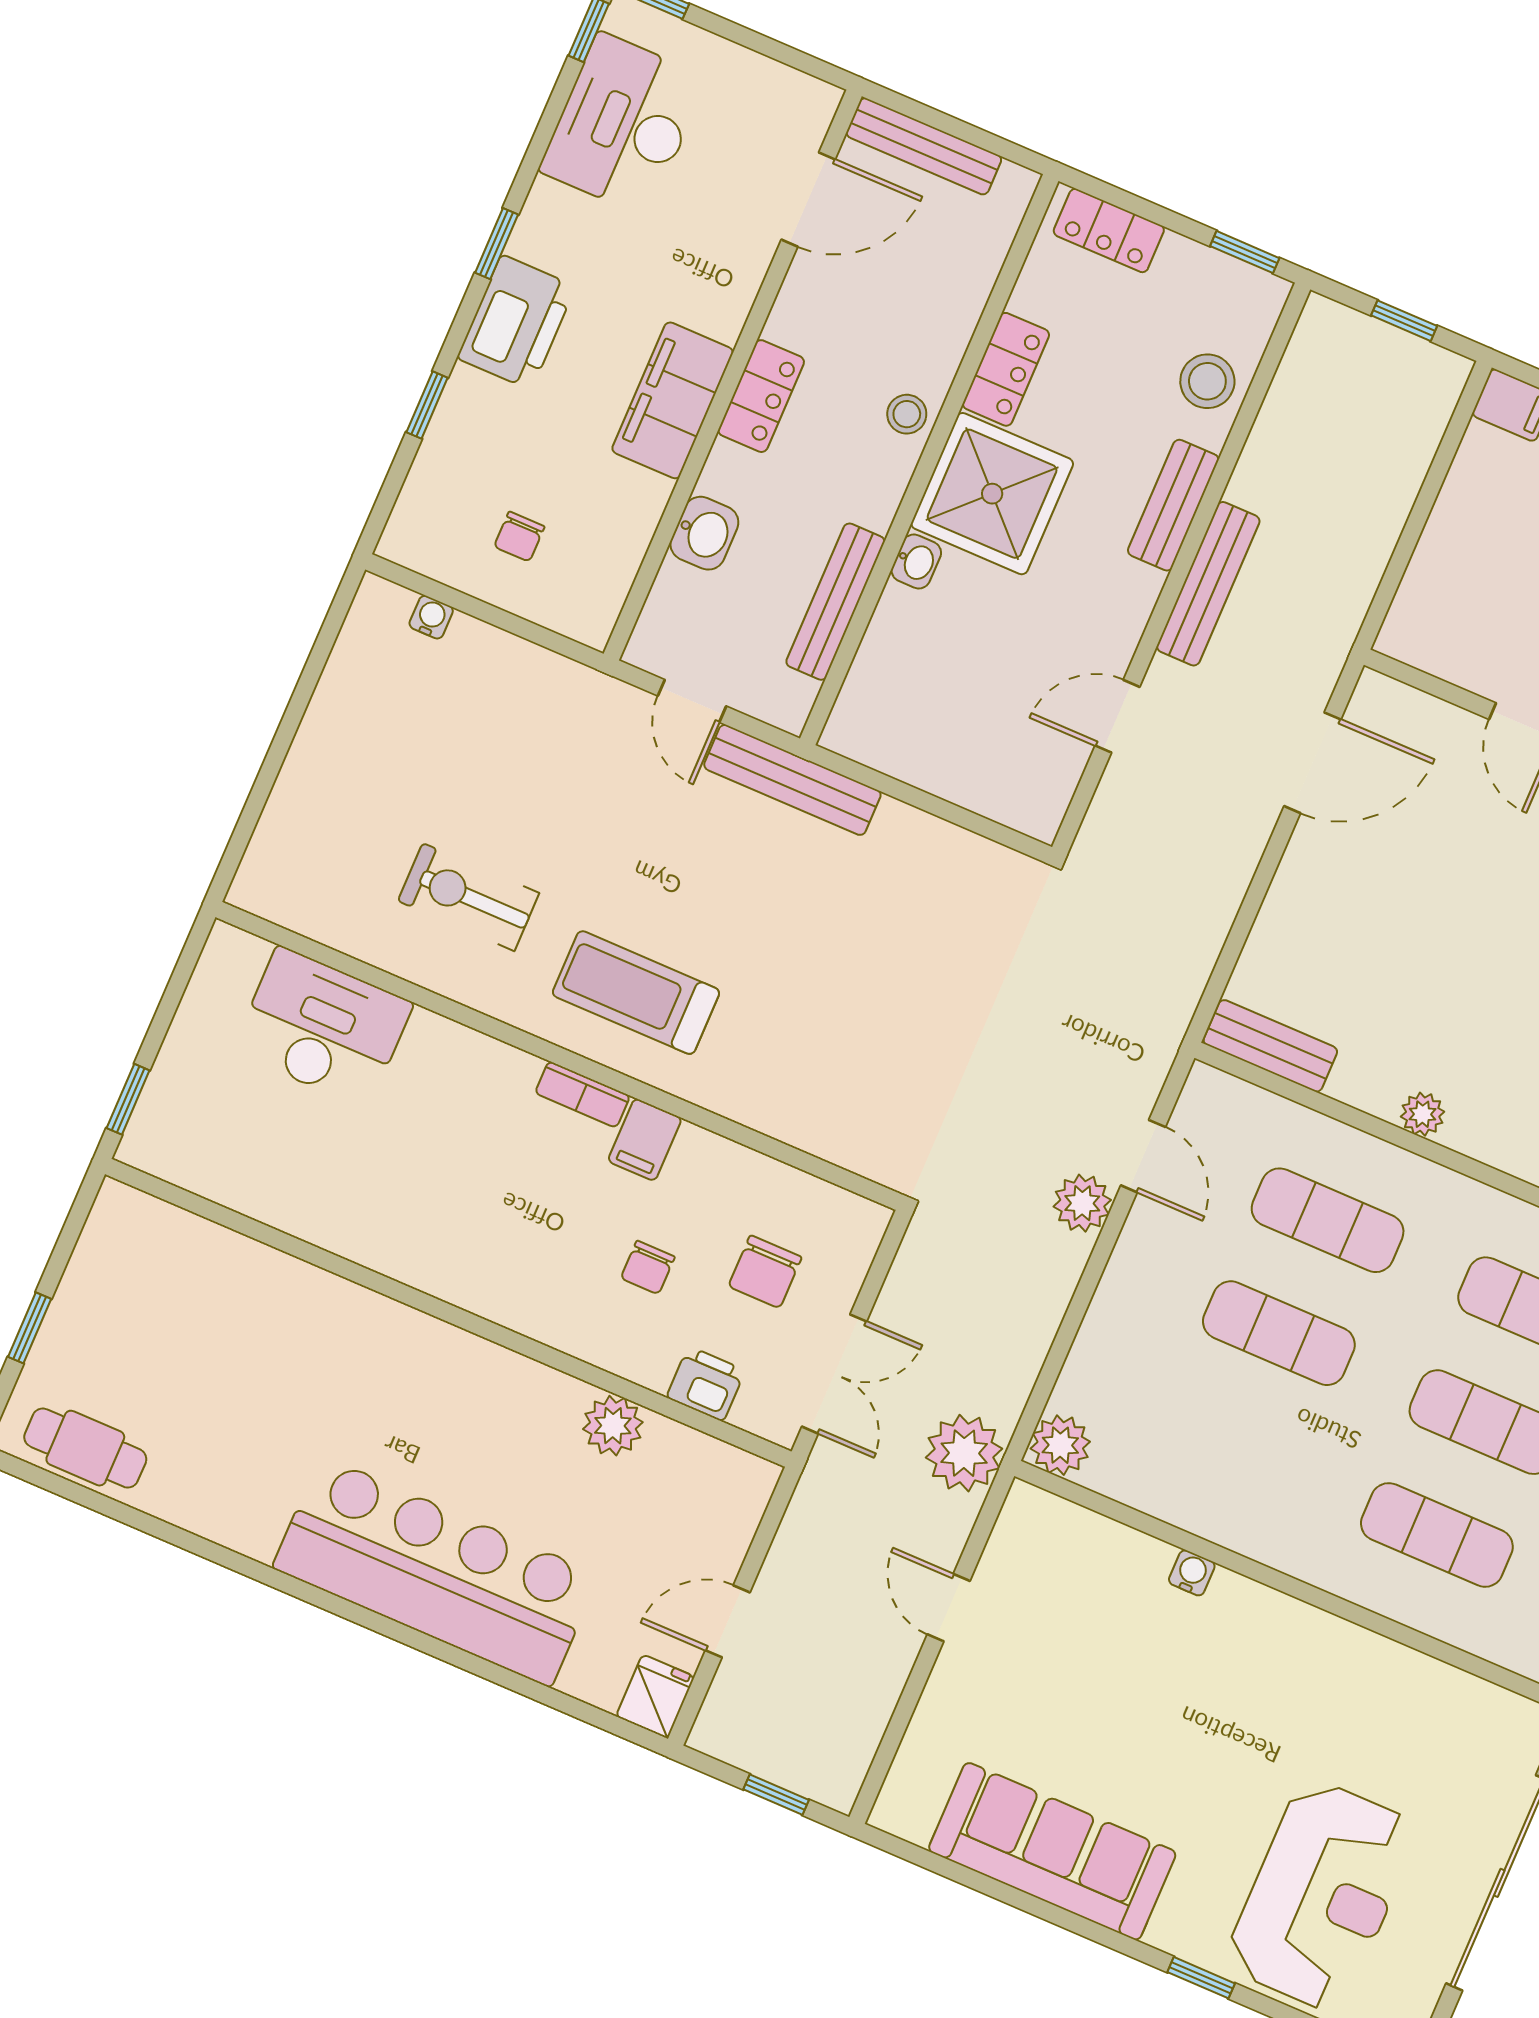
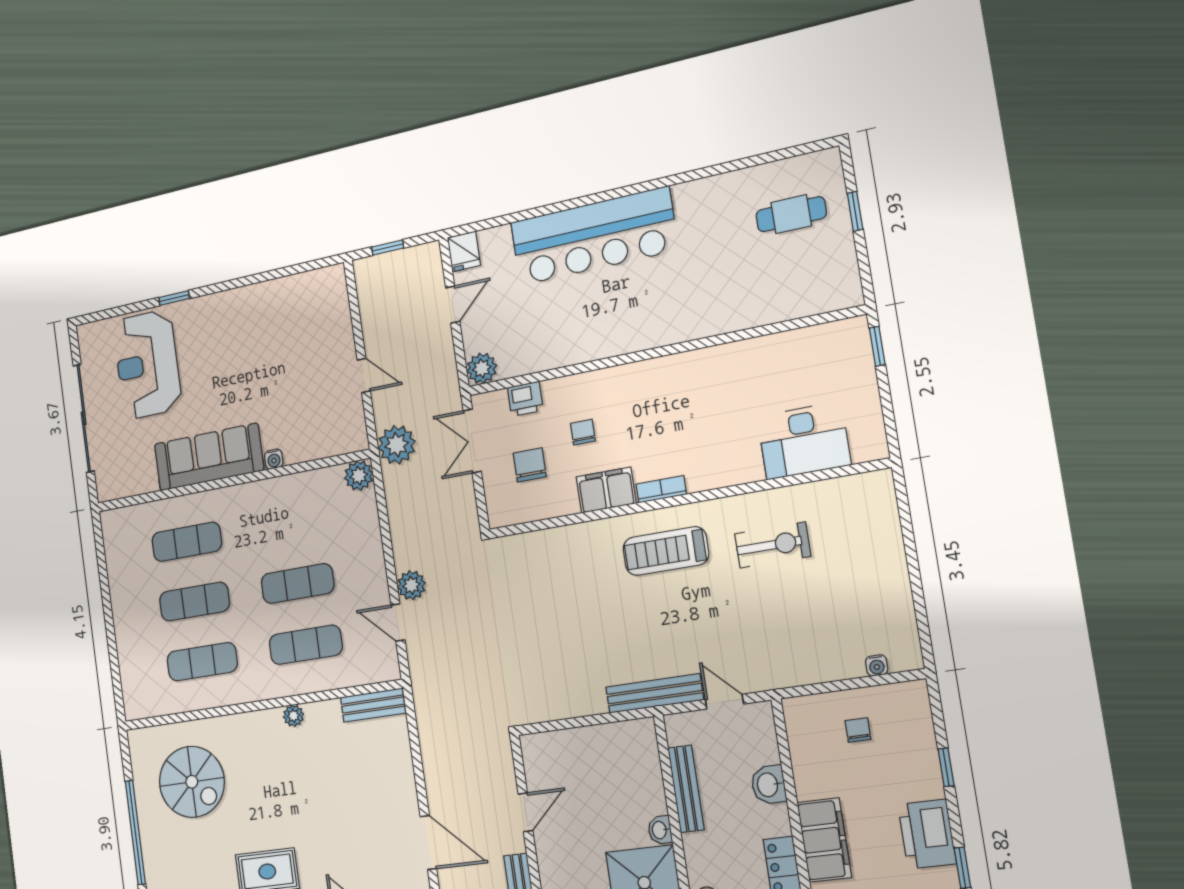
door: (1312, 763) -> (428, 843), swing flipped
treadmill: (636, 993) -> (666, 551), turned 180
filing cabinet: (645, 1140) -> (606, 490), width x2.00
plant: (613, 1426) -> (482, 368), moved
cafe table: (85, 1448) -> (791, 214), moved
sofa: (1052, 1851) -> (209, 457), moved, turned 180

